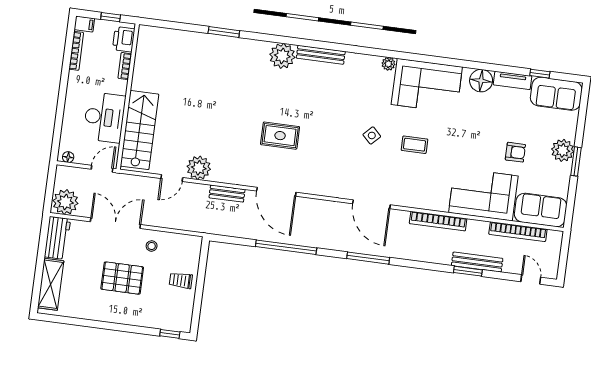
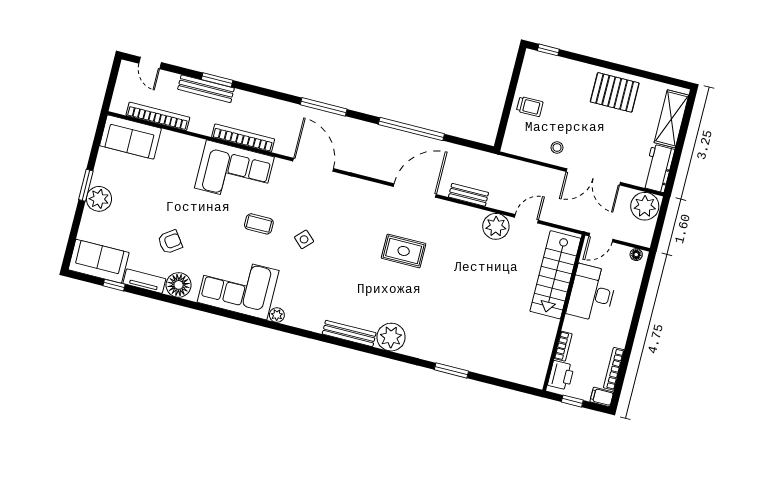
armchair: (515, 152) -> (170, 242), moved, turned 144
door: (276, 192) -> (415, 191), hinge flipped
corner sofa: (483, 194) -> (234, 172), moved
pallet: (122, 278) -> (615, 92), moved

